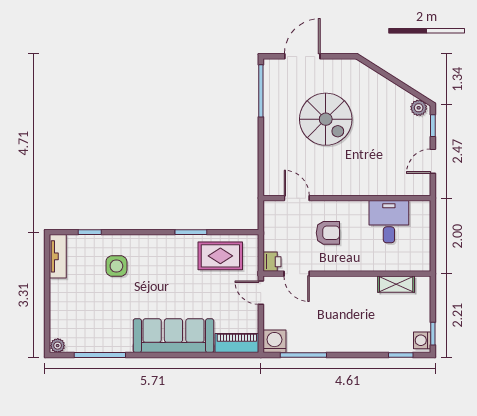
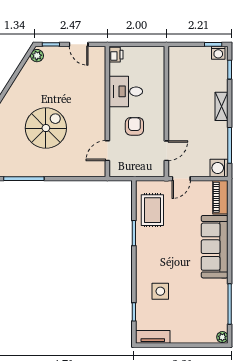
desk: (389, 222) -> (126, 91), moved
printer: (272, 262) -> (116, 55), moved, turned 90
shelving: (396, 284) -> (222, 106), moved

